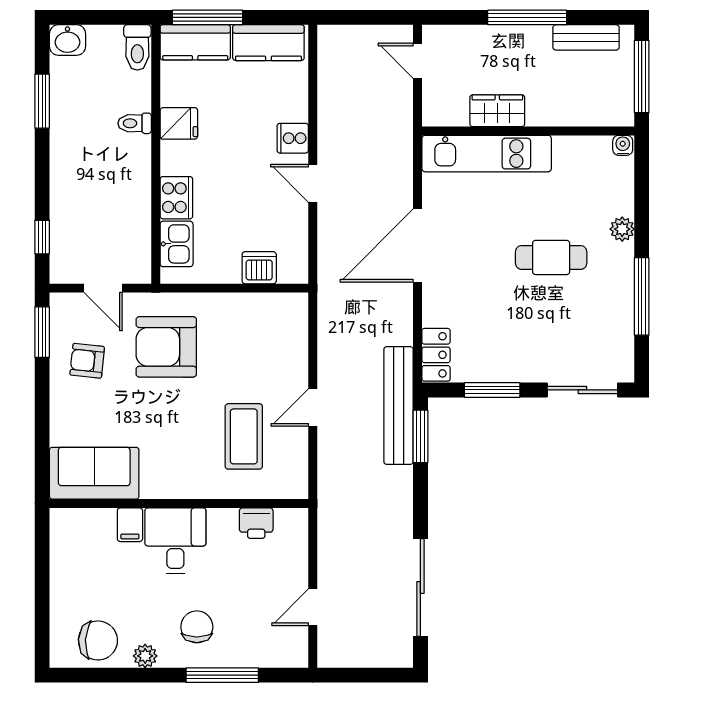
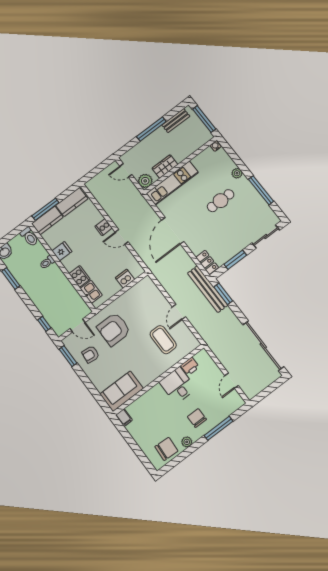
plant: (439, 110) -> (145, 181), added
filing cabinet: (130, 525) -> (124, 418), moved
desk: (175, 541) -> (178, 385), moved
sliding door: (420, 588) -> (263, 346), width x1.36

